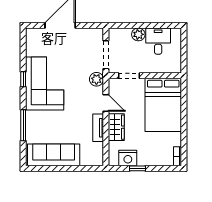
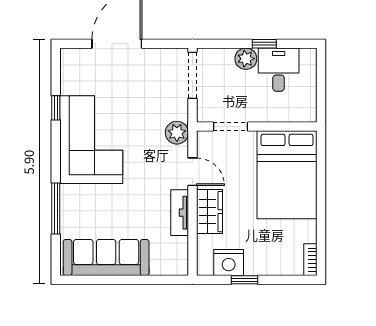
window: (149, 25) -> (264, 44), added
doorway: (106, 55) -> (193, 75), moved
window: (23, 79) -> (56, 108), moved

